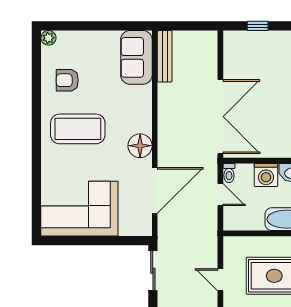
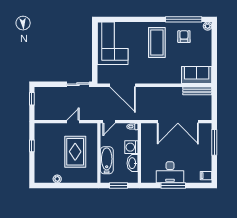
window: (258, 26) -> (214, 142), width x2.17
window: (36, 81) -> (184, 19), added
double door: (220, 117) -> (178, 122), moved
floor lamp: (140, 146) -> (148, 77), removed
door: (220, 195) -> (109, 122), moved

